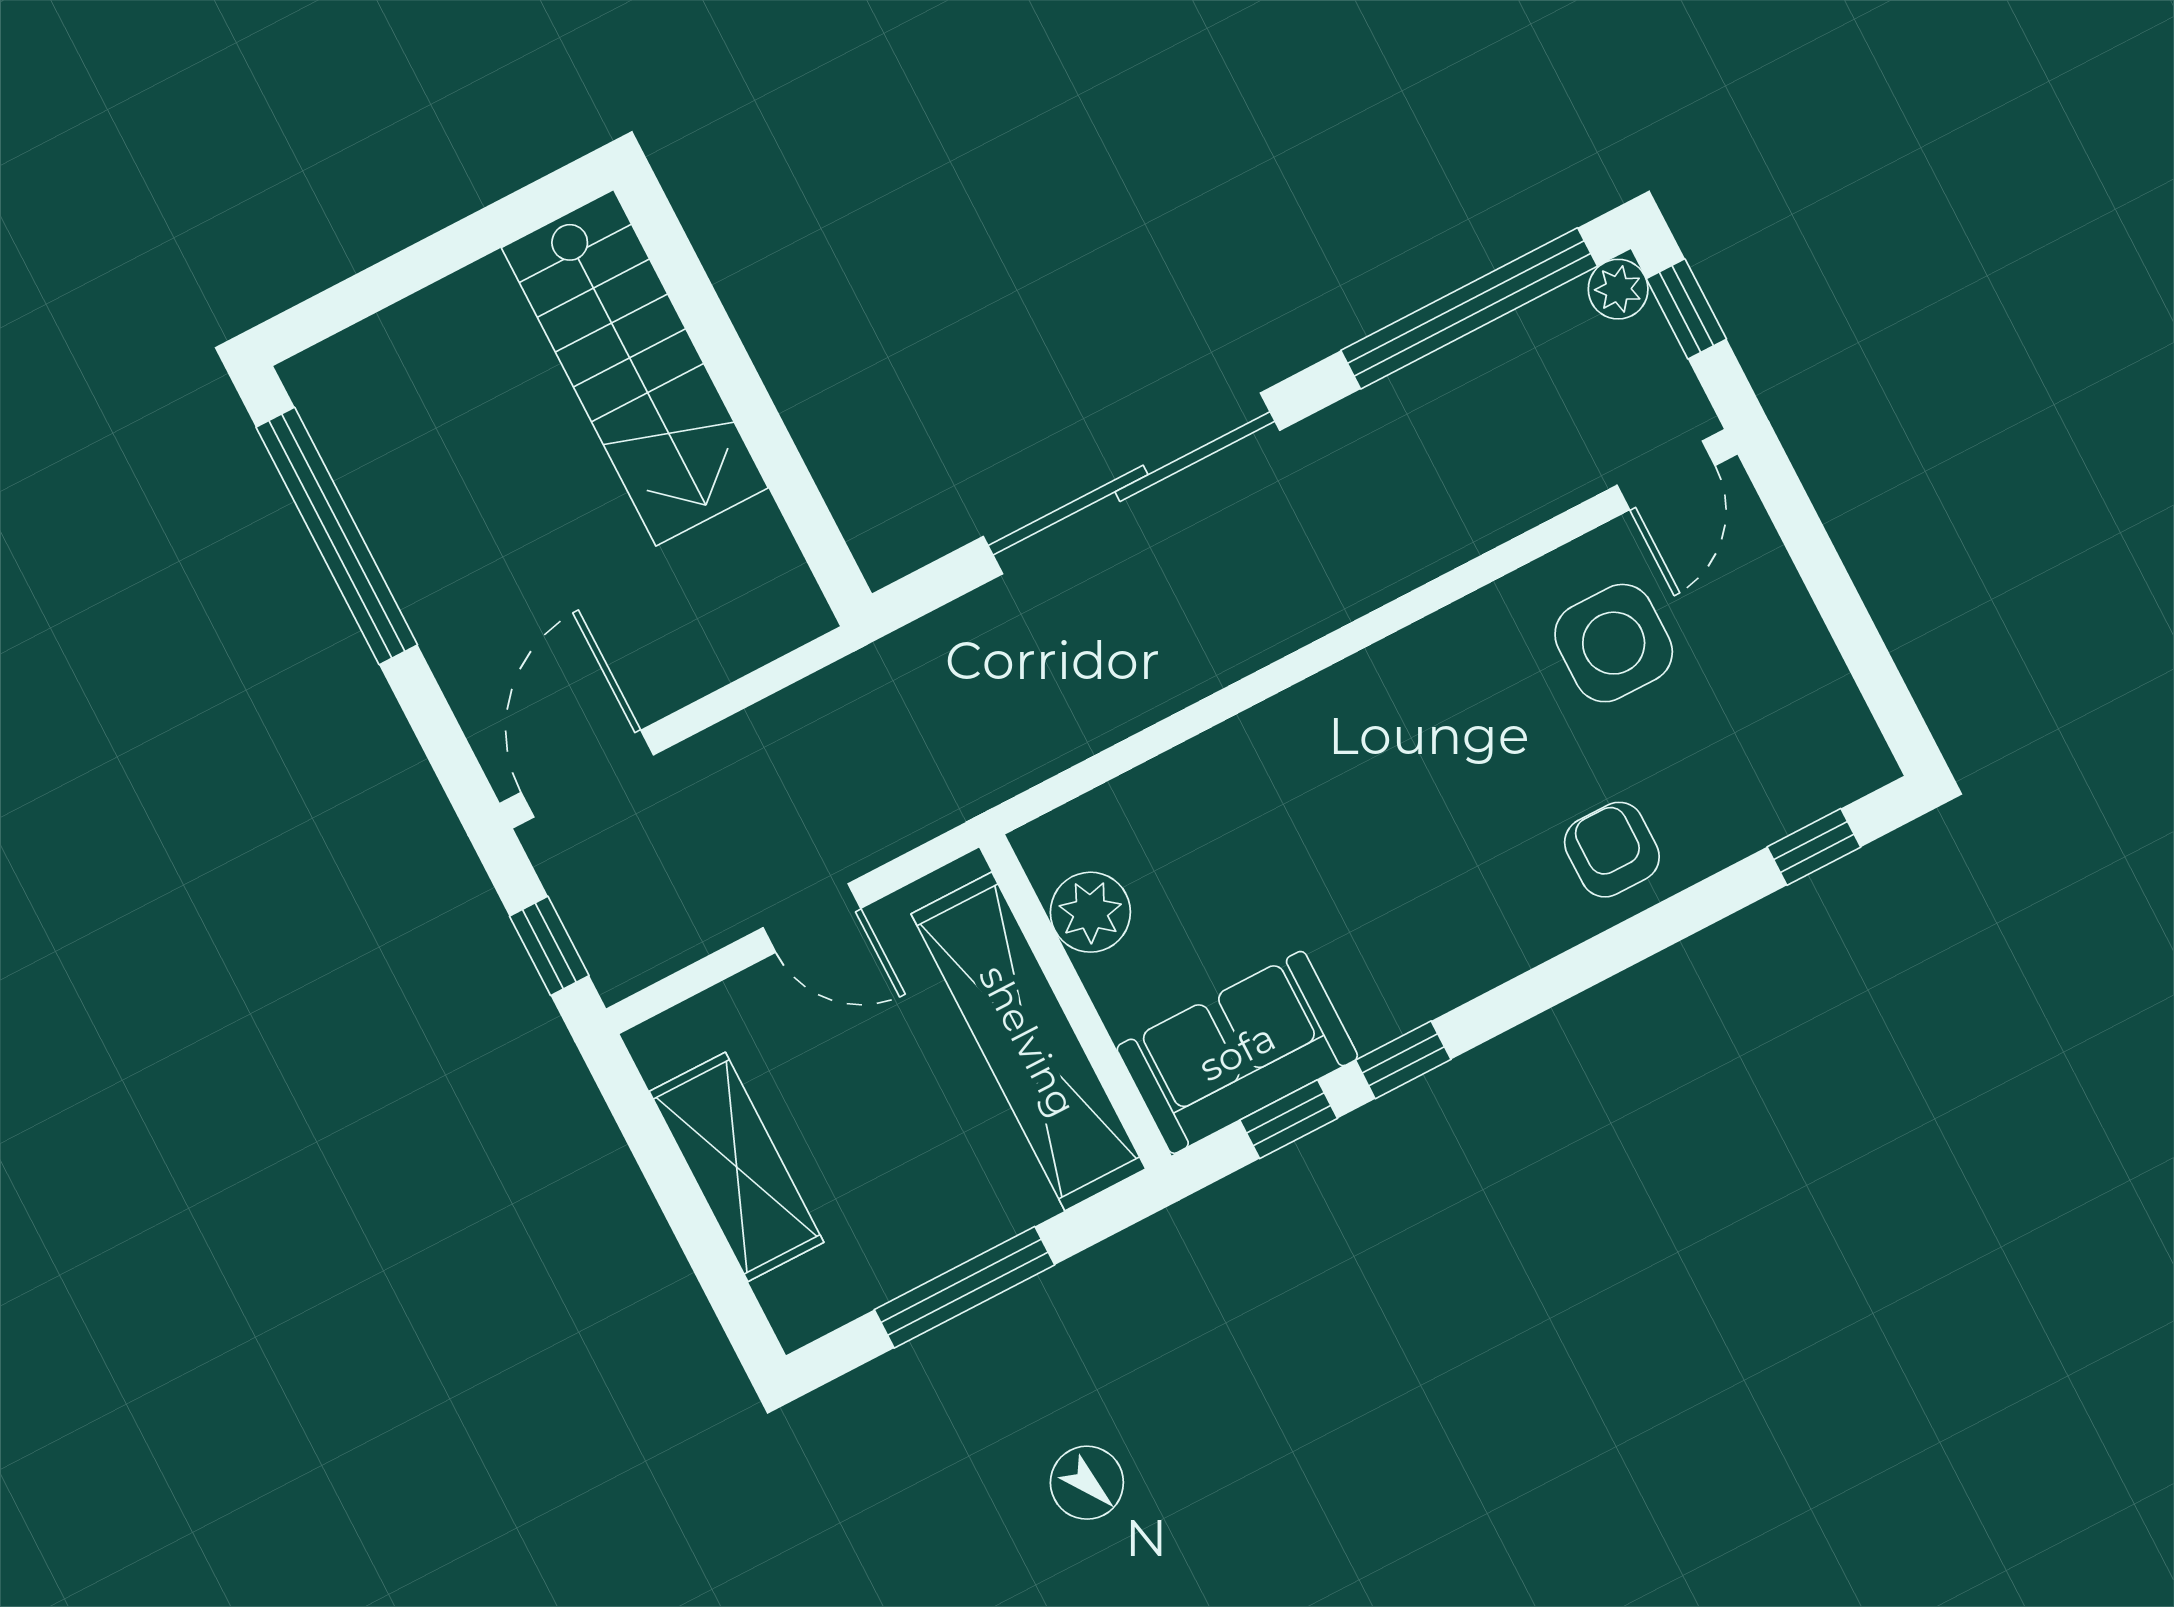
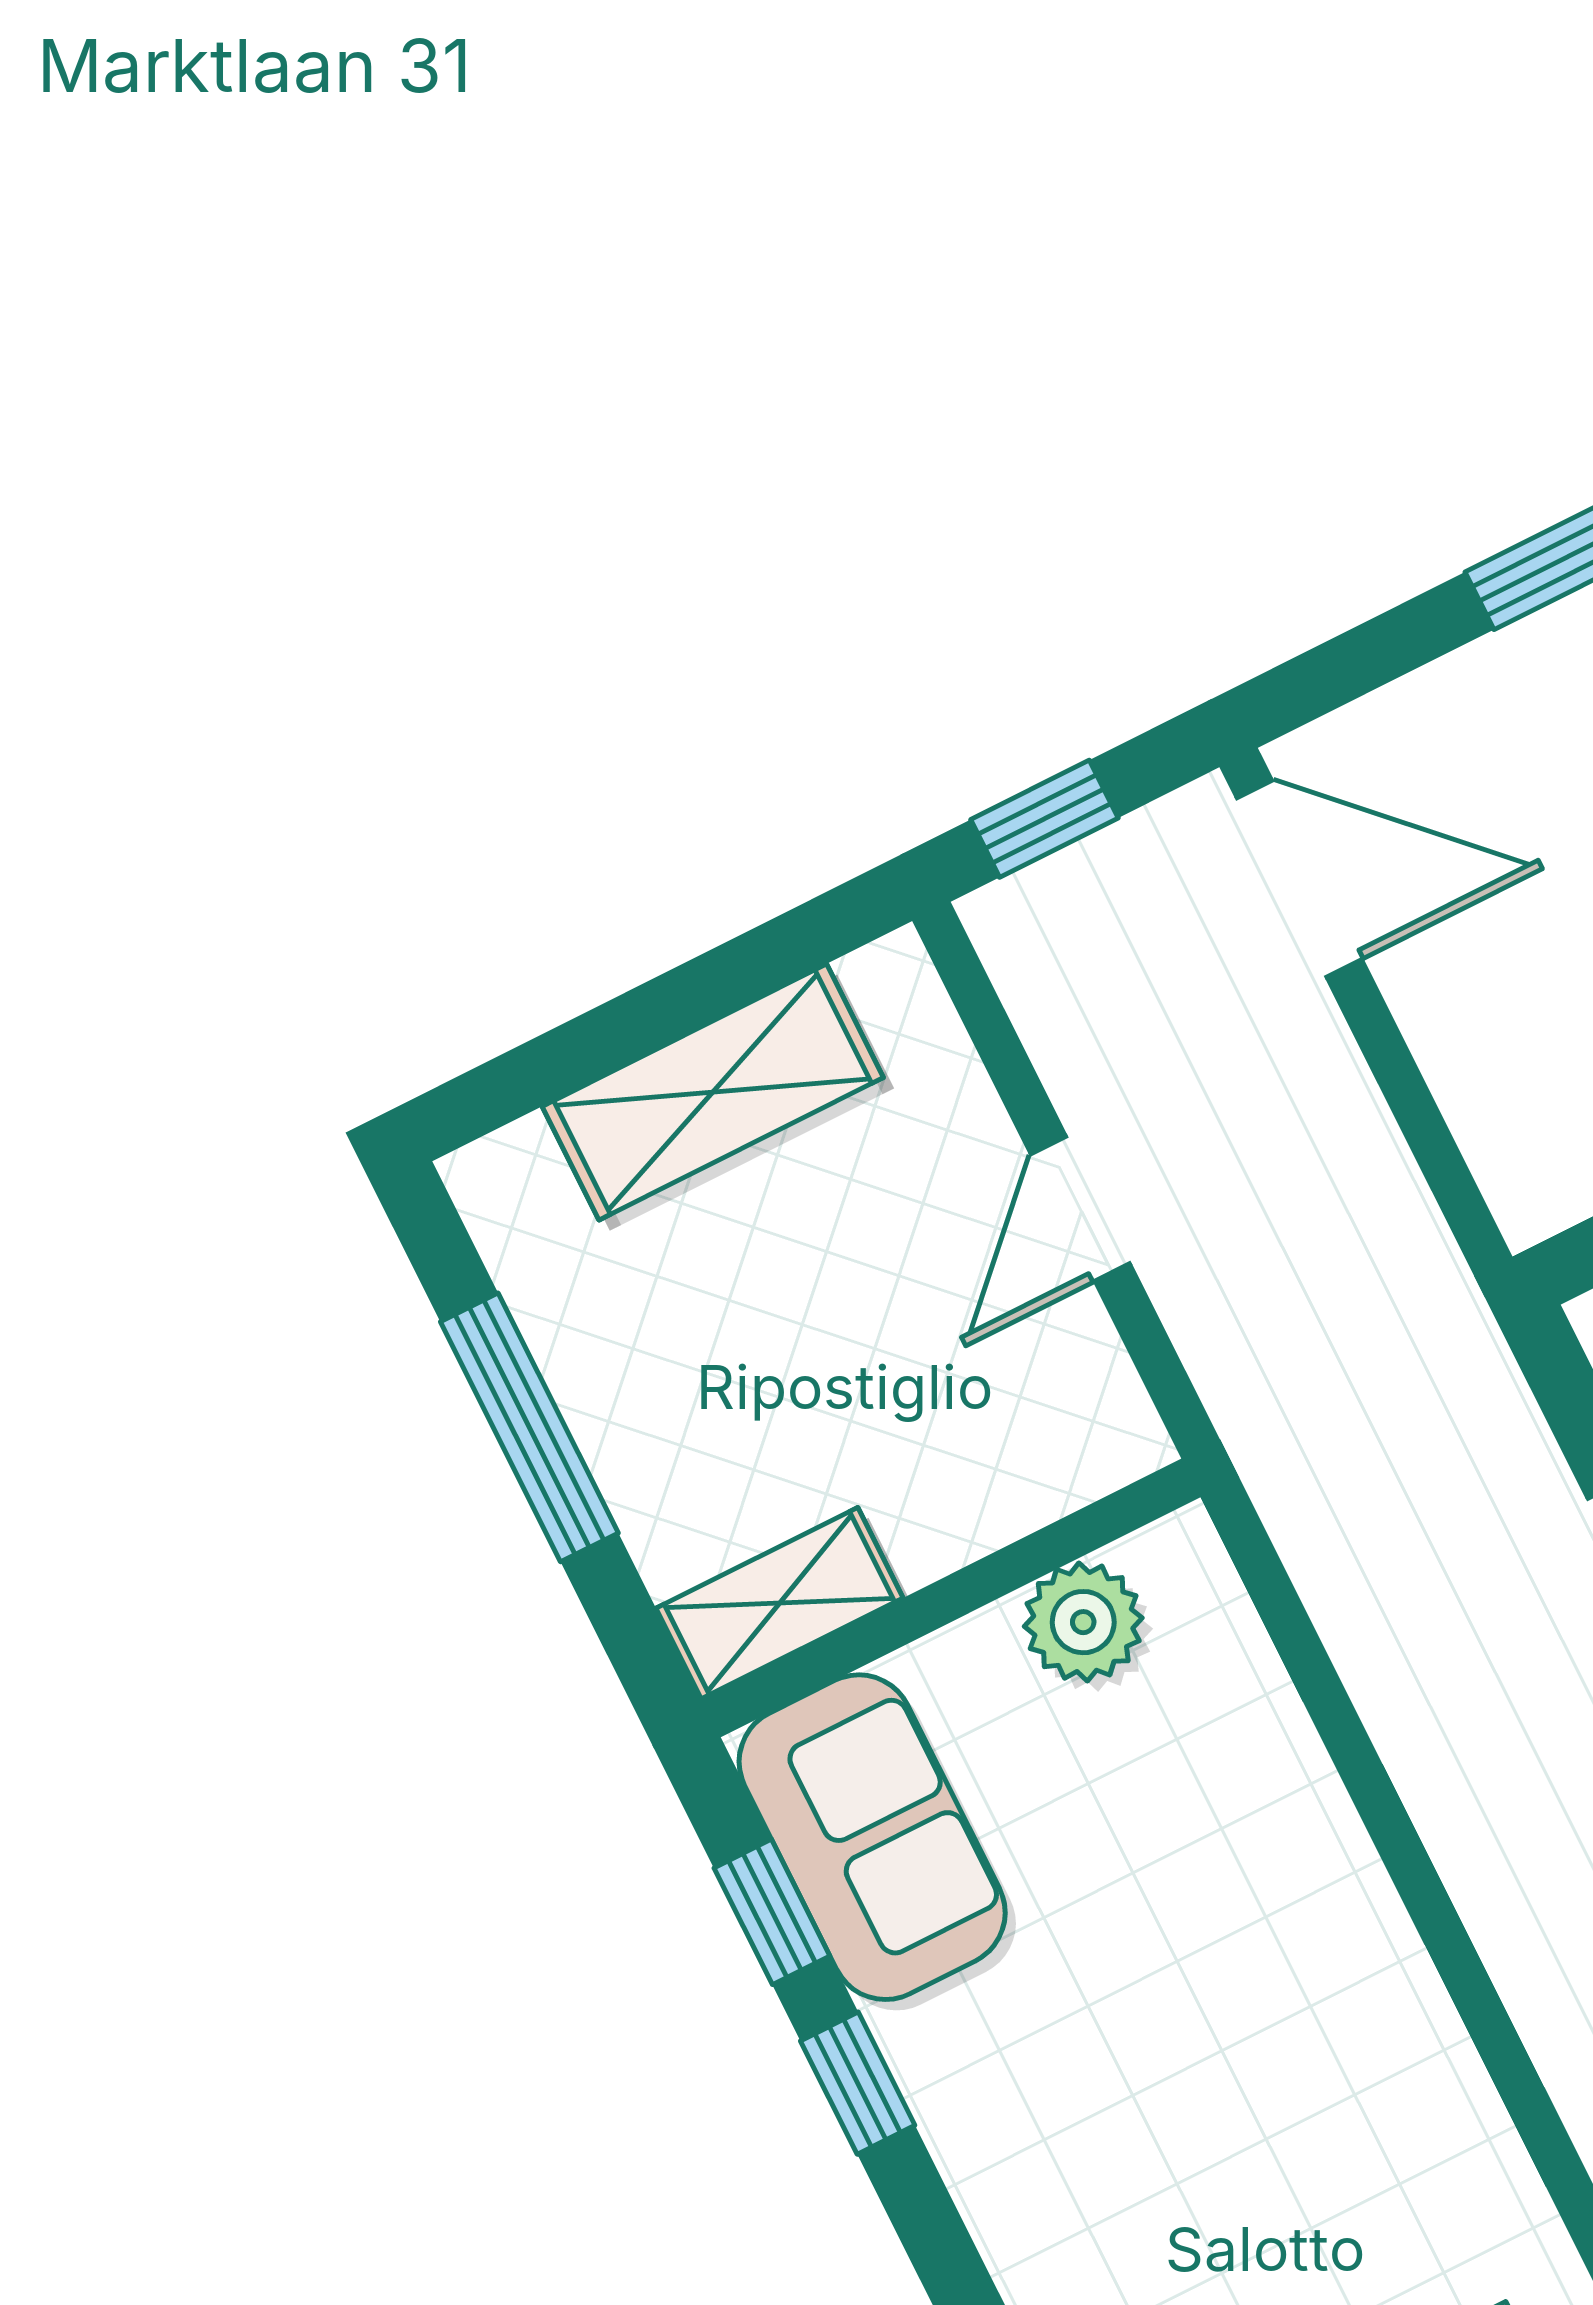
shelving: (1028, 1041) -> (779, 1603), width x0.45, depth x0.75

